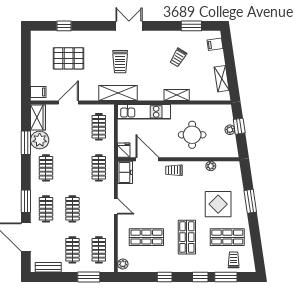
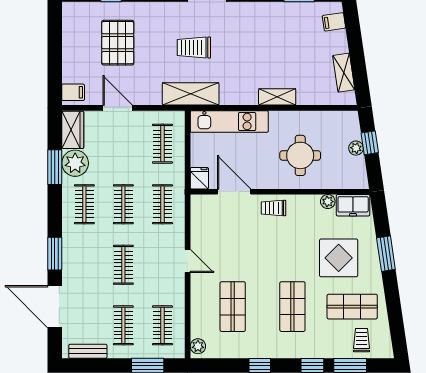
trolley: (178, 57) -> (280, 41), removed
pallet: (69, 58) -> (118, 43), turned 90
trolley: (120, 62) -> (194, 47), turned 90
door: (68, 103) -> (118, 108), hinge flipped
freezer: (125, 172) -> (353, 205), moved, turned 90
clothes rail: (46, 209) -> (123, 204), moved
shop shelf: (146, 237) -> (233, 307), turned 90

